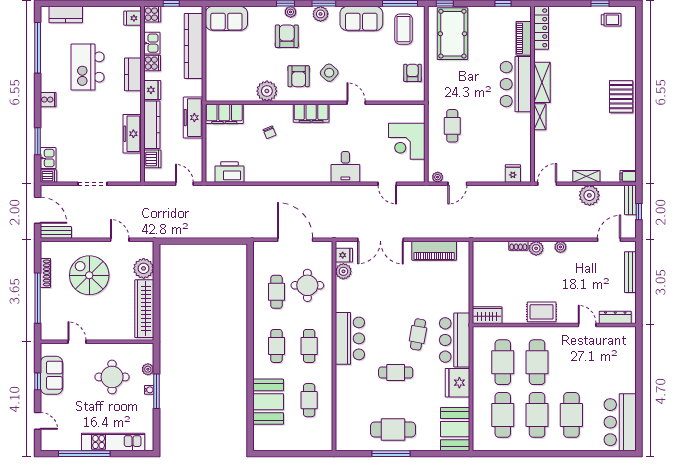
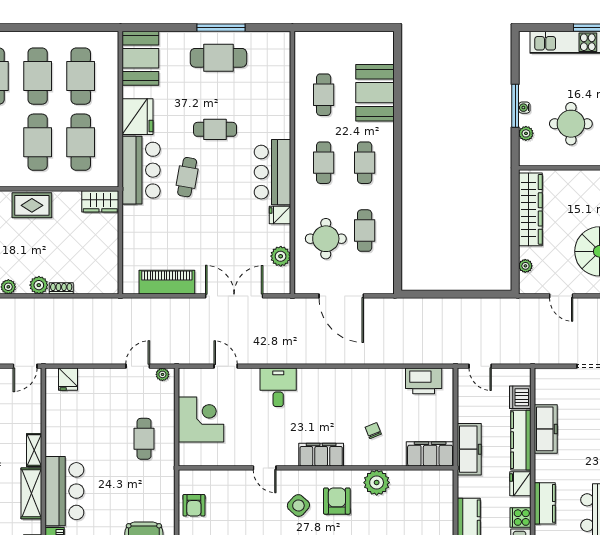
fridge: (344, 255) -> (280, 215), moved
plant: (144, 268) -> (525, 266), width x0.53, depth x0.53

